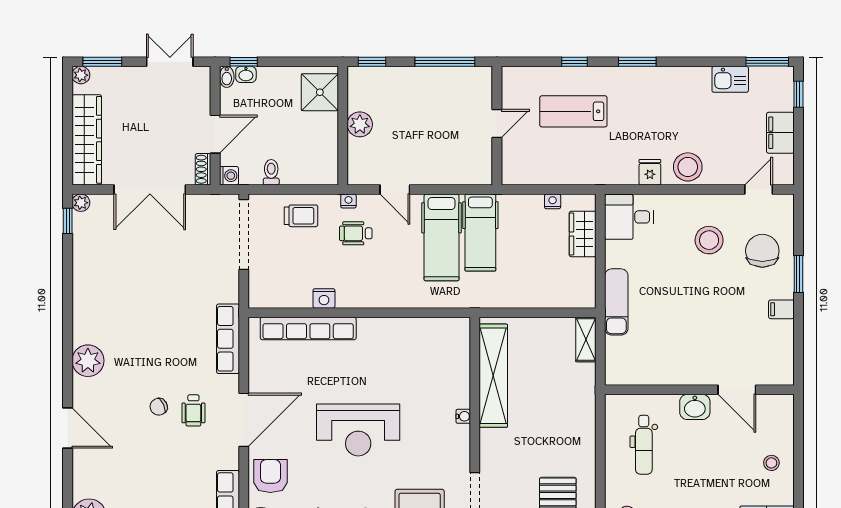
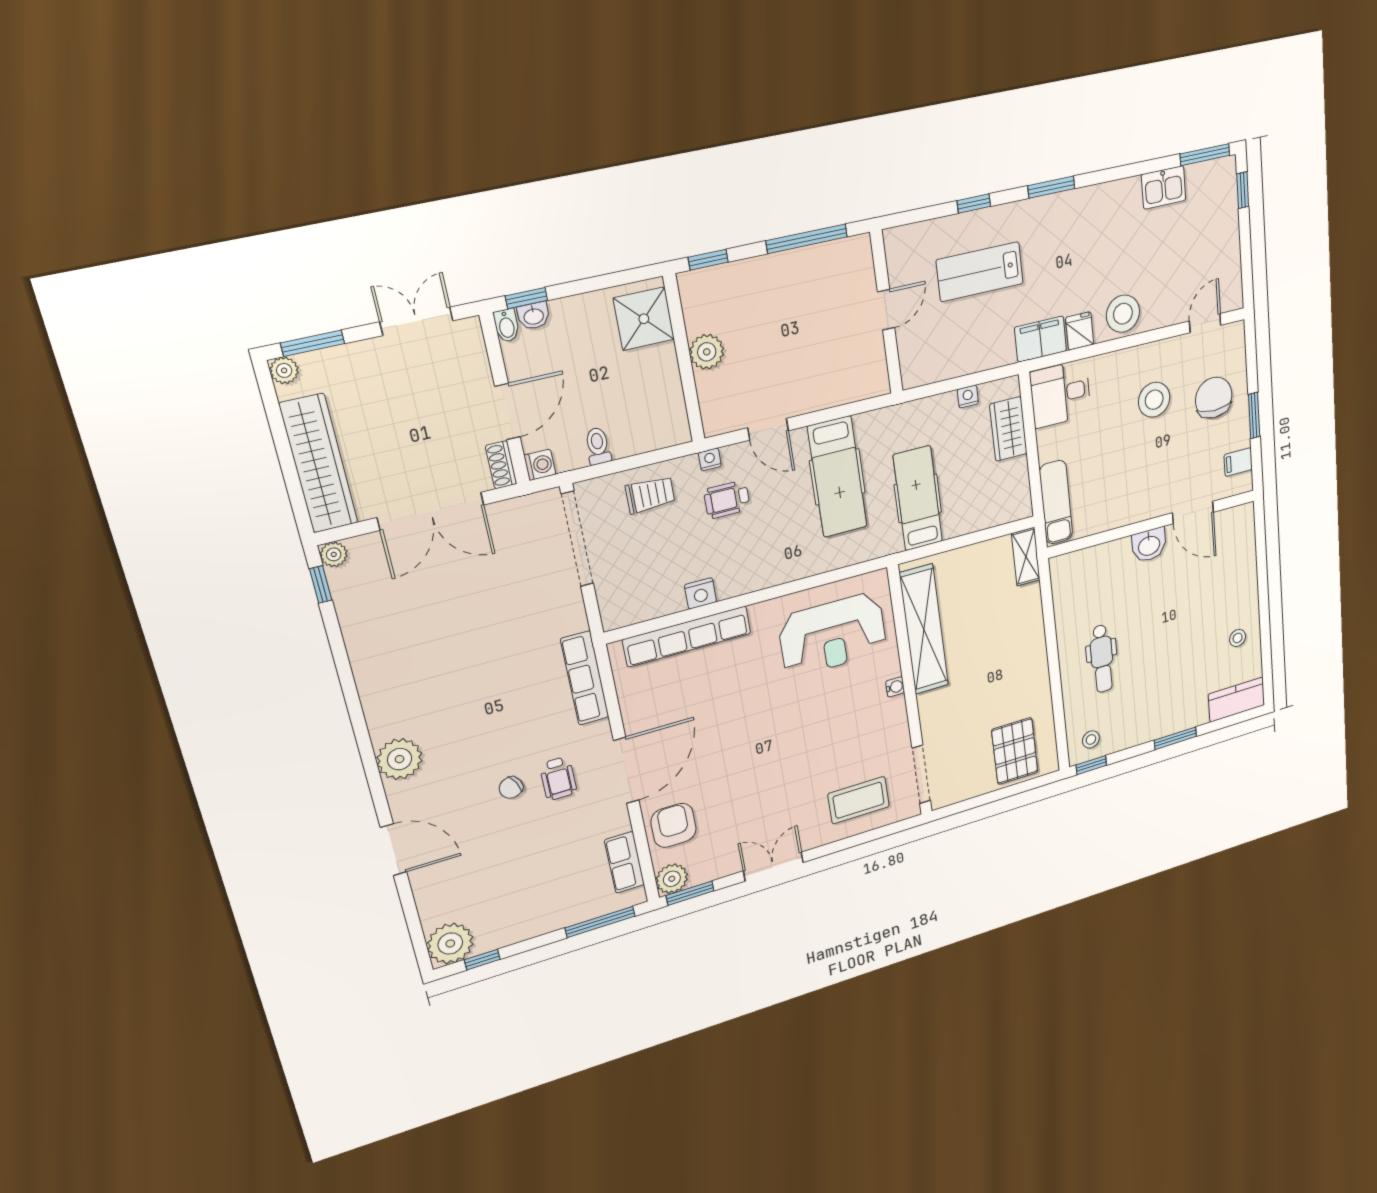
filing cabinet: (780, 133) -> (1041, 339), moved, turned 90
hospital bed: (480, 233) -> (918, 498), moved, turned 180
wall: (699, 390) -> (1152, 524), moved
door: (737, 390) -> (1193, 512), moved
washbasin: (695, 407) -> (1149, 545), moved
reception desk: (358, 430) -> (833, 635), moved

